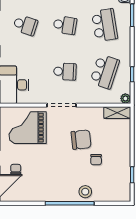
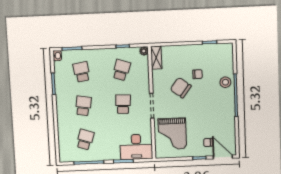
school desk: (105, 25) -> (82, 72), width x0.54
school desk: (105, 72) -> (121, 70), width x0.54
chair: (81, 140) -> (181, 88), turned -47

